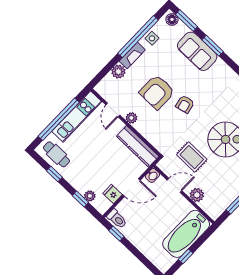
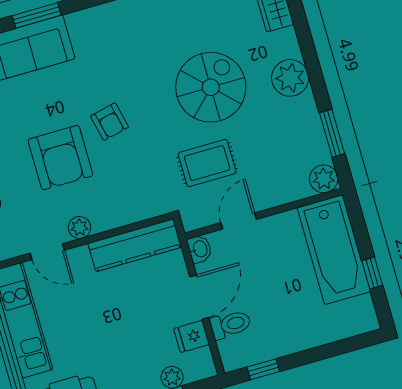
plant: (197, 195) -> (324, 179), moved
toilet: (117, 219) -> (230, 324), moved

